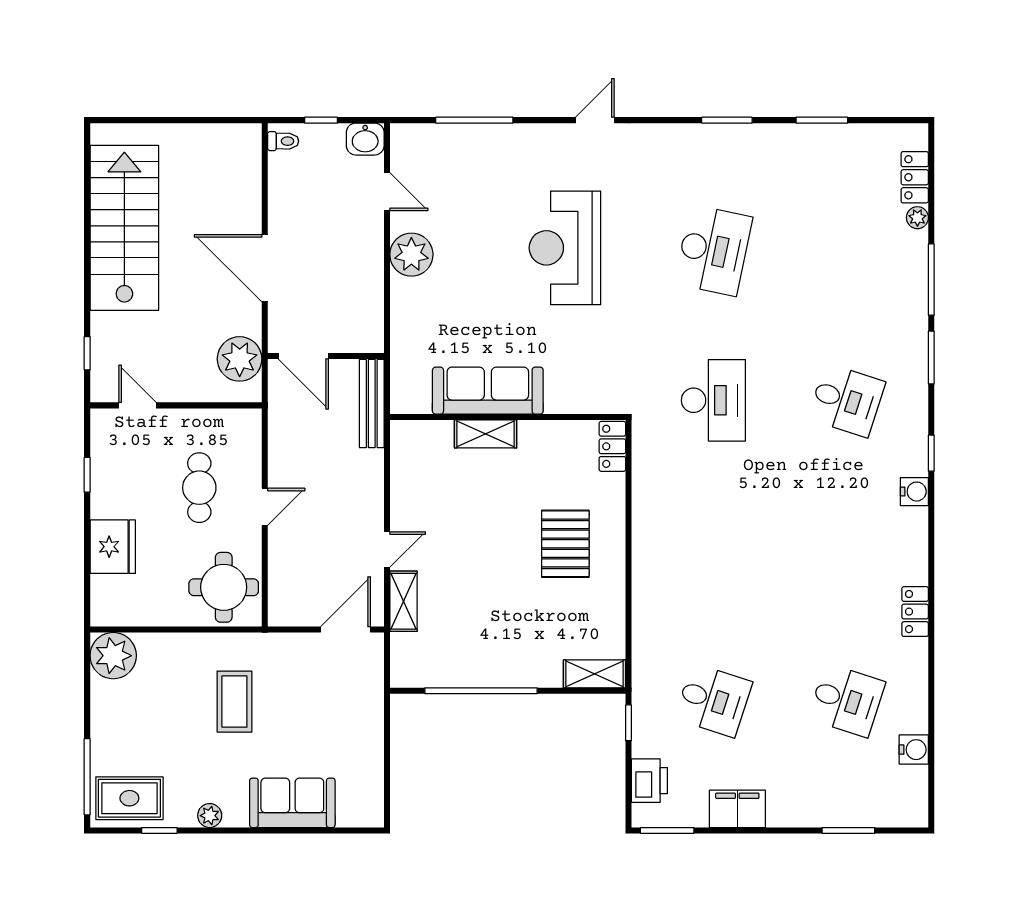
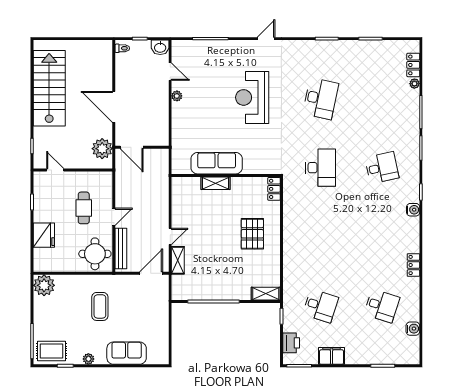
plant: (411, 255) -> (177, 96), width x0.53, depth x0.53
desk: (846, 400) -> (382, 168), turned -30
bench: (372, 403) -> (121, 249), moved

